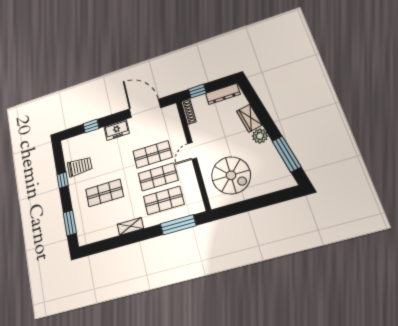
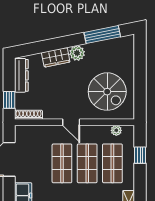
spiral stairs: (231, 175) -> (107, 92), turned 90
plant: (196, 195) -> (116, 130), added
window: (178, 225) -> (140, 155), width x0.46

